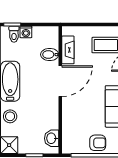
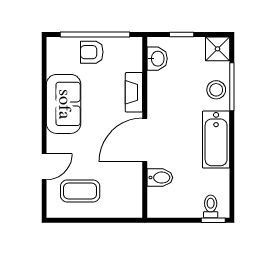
washing machine: (26, 32) -> (194, 210), removed
fireplace: (68, 50) -> (134, 92), moved

